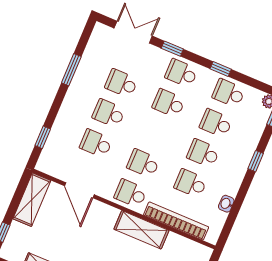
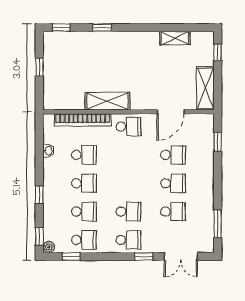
window: (221, 69) -> (71, 257), moved
window: (71, 70) -> (218, 224), moved
school desk: (143, 163) -> (128, 155), removed
door: (79, 190) -> (170, 112), swing flipped

